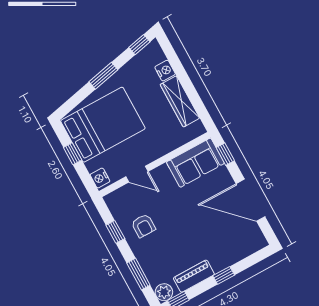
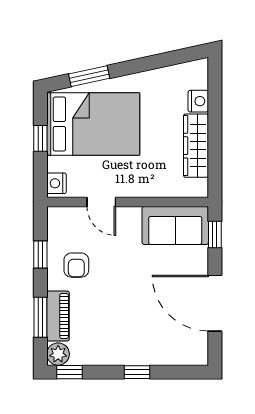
window: (139, 45) -> (185, 55), removed
window: (103, 76) -> (89, 76), moved
piano: (194, 276) -> (58, 316), moved, turned 90

